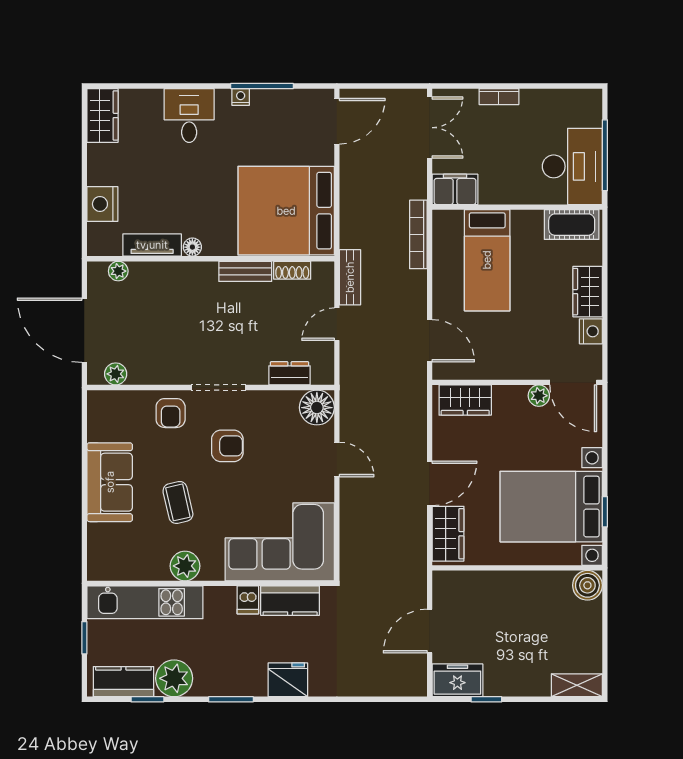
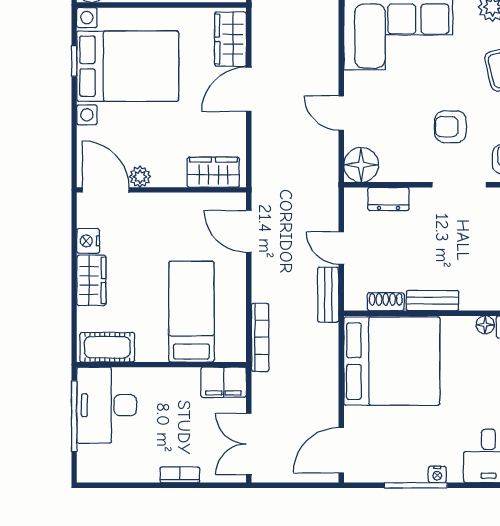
door: (337, 324) -> (341, 248), swing flipped

